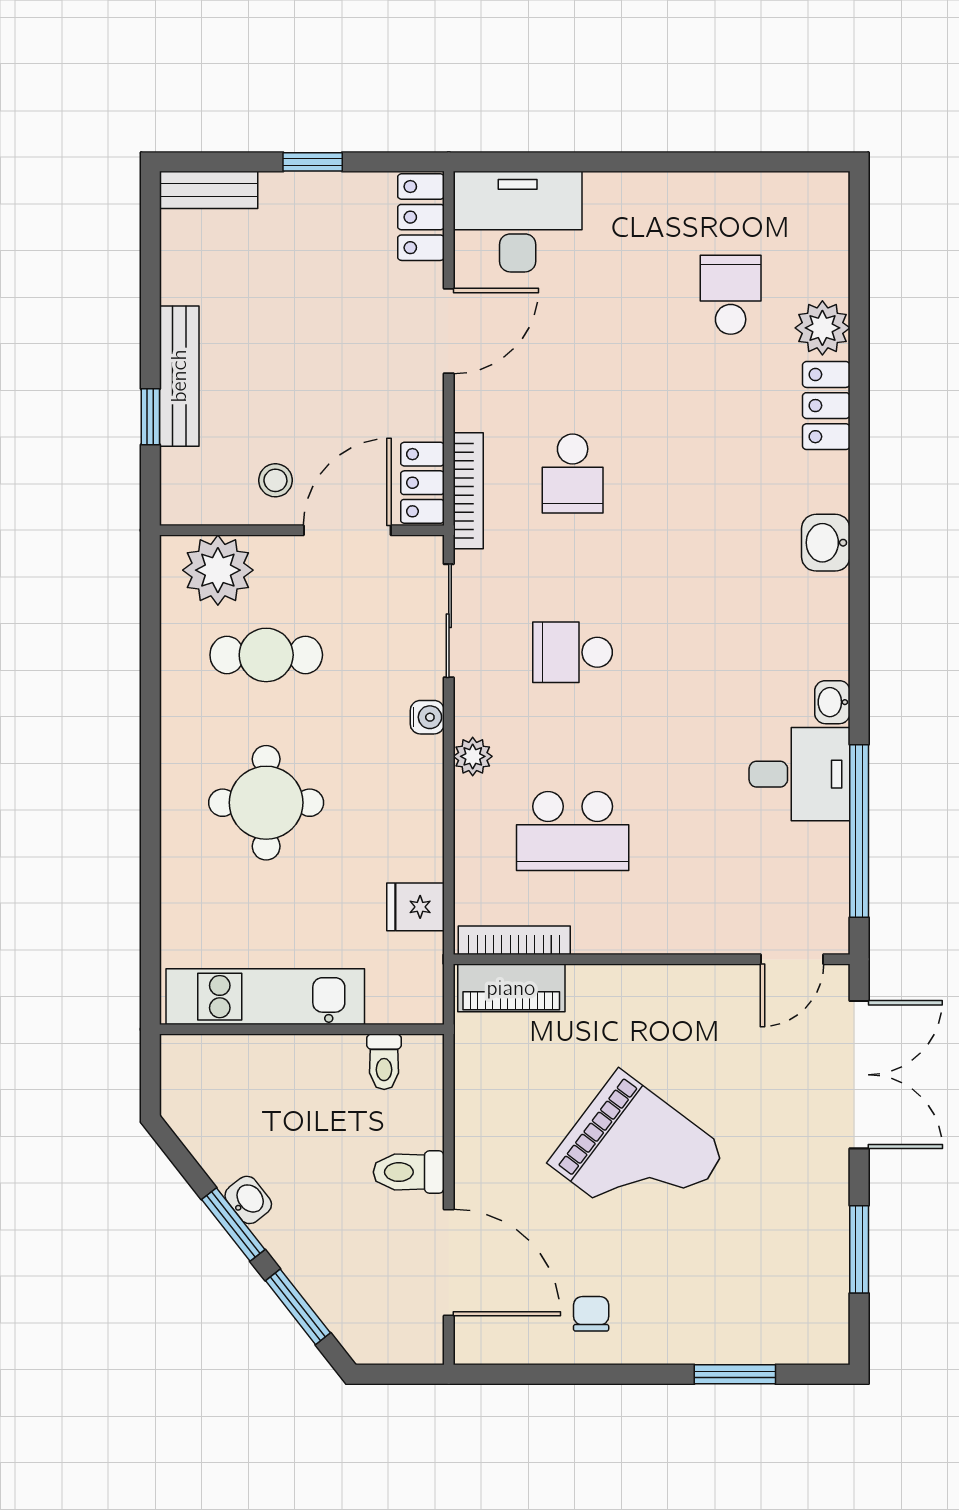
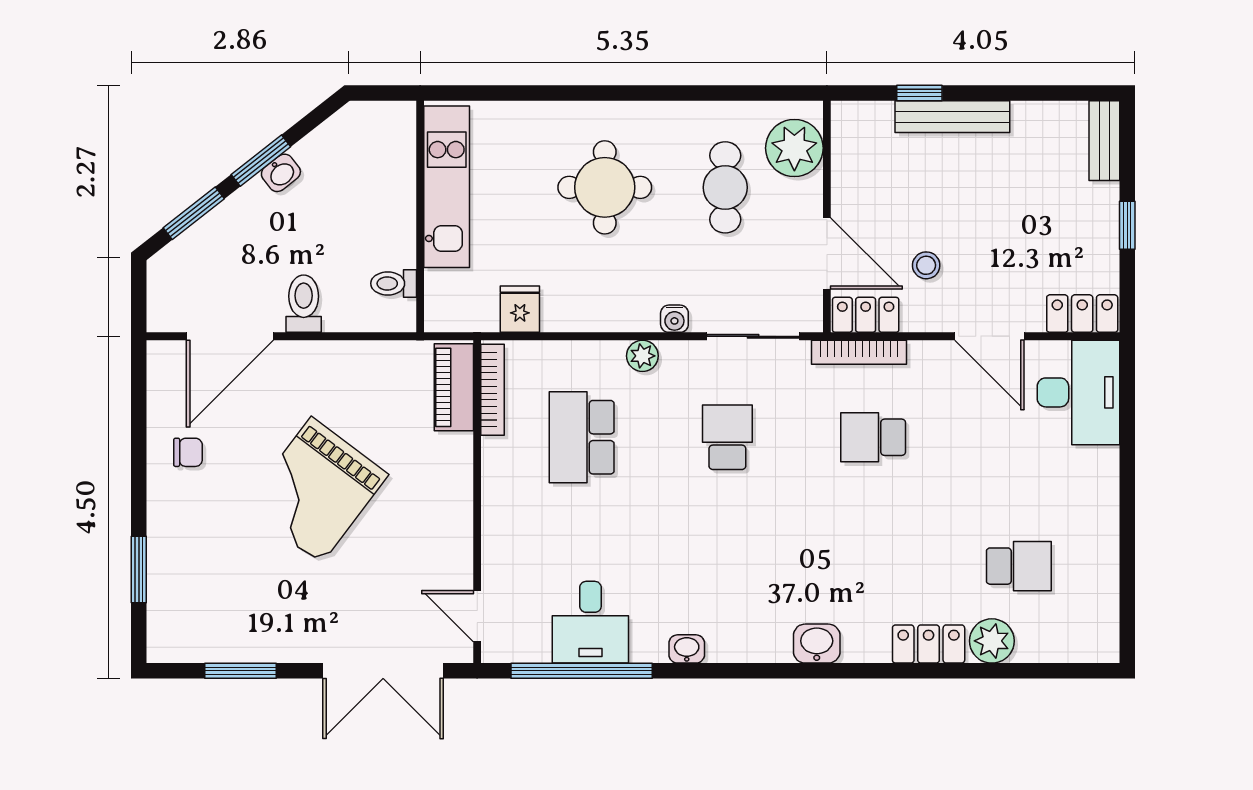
stool: (275, 480) -> (926, 265), moved
desk: (799, 774) -> (590, 622), moved

